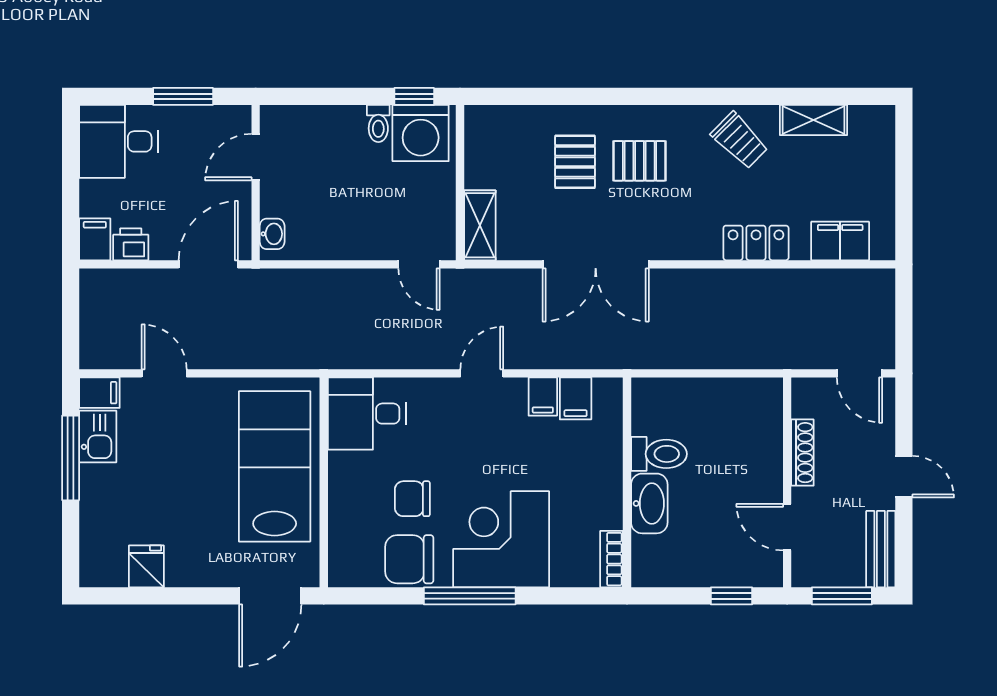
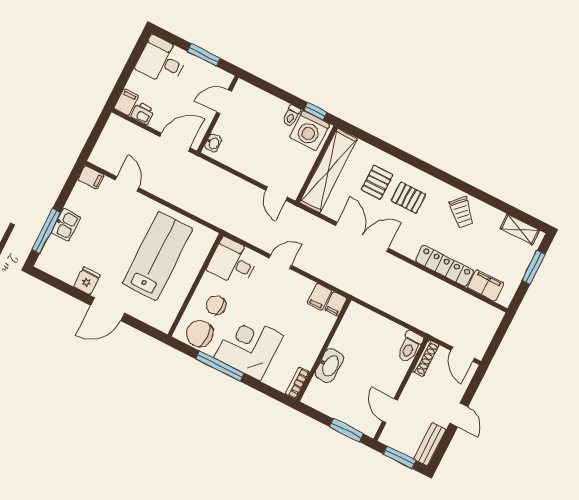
shelving: (813, 120) -> (520, 229), moved
window: (904, 171) -> (534, 267), added
shelving: (480, 225) -> (328, 171), width x2.20, depth x1.33
locker: (756, 243) -> (445, 266), width x1.53
double door: (596, 264) -> (362, 237), swing flipped
filing cabinet: (543, 397) -> (336, 304), moved
desk: (367, 414) -> (233, 262), moved
kitchen sink: (98, 436) -> (66, 225), moved
shoe rack: (802, 453) -> (426, 358), moved
toilet: (659, 454) -> (410, 347), moved, turned 90
window: (71, 458) -> (46, 231), moved
wall: (324, 482) -> (195, 285), moved
fridge: (146, 566) -> (87, 281), moved
door: (270, 596) -> (108, 309), moved
window: (731, 596) -> (346, 430), width x1.50

